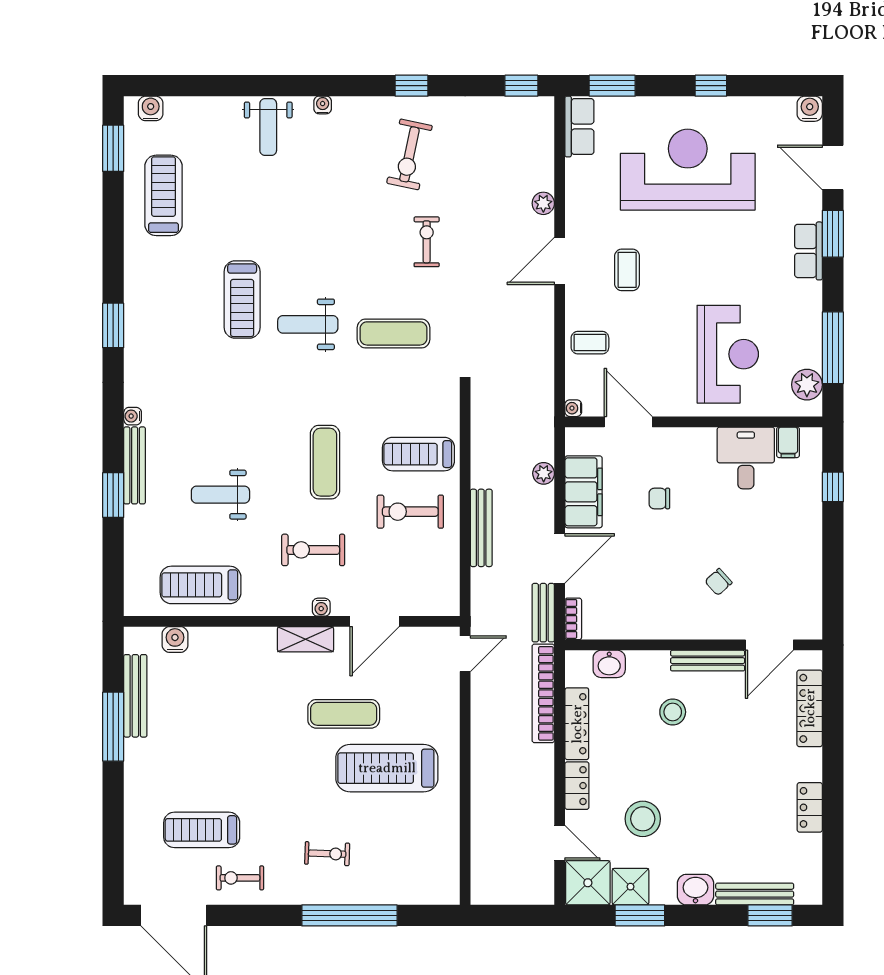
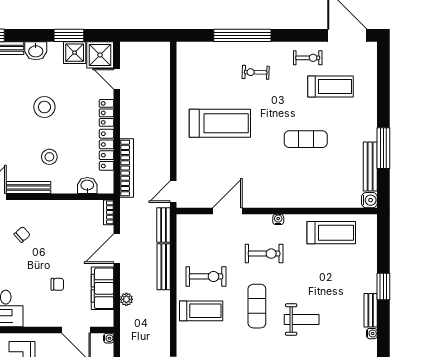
bench: (135, 465) -> (371, 310), width x0.73
weight bench: (220, 495) -> (302, 319), moved
water cooler: (321, 607) -> (278, 219), moved
bench: (543, 613) -> (163, 225), moved
shelving: (306, 639) -> (269, 200), removed
water cooler: (175, 640) -> (369, 200), moved, turned -90
exercise mat: (344, 714) -> (306, 139), moved
stool: (643, 819) -> (44, 107), moved

